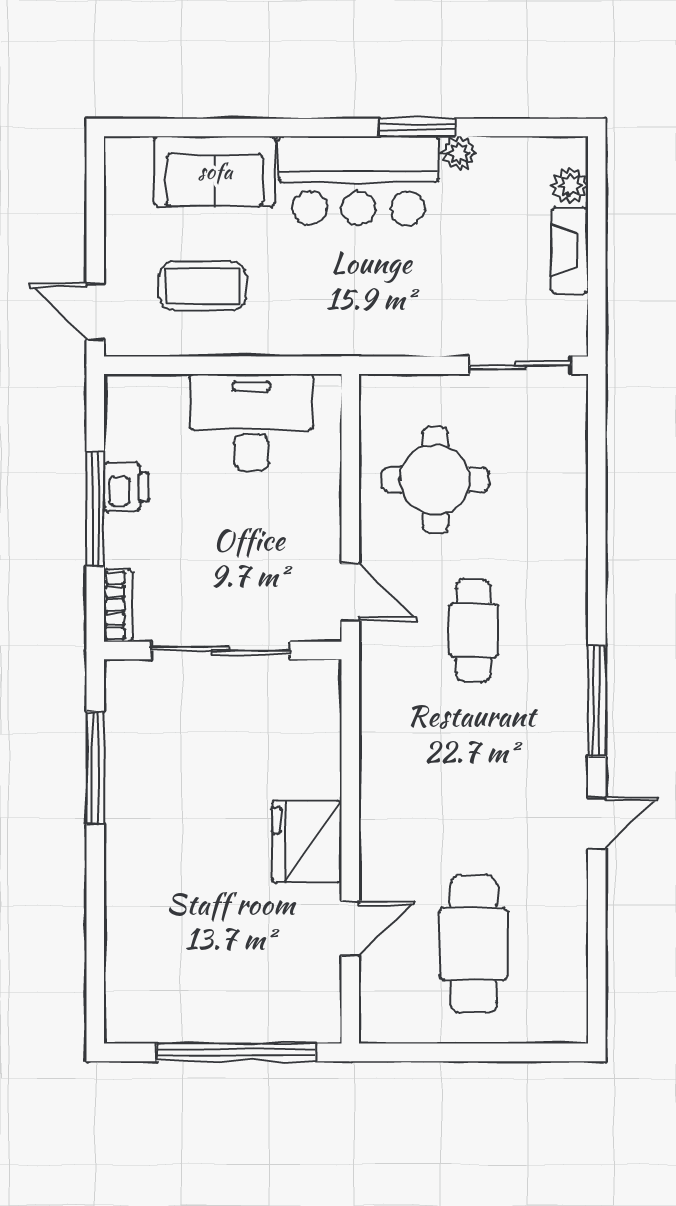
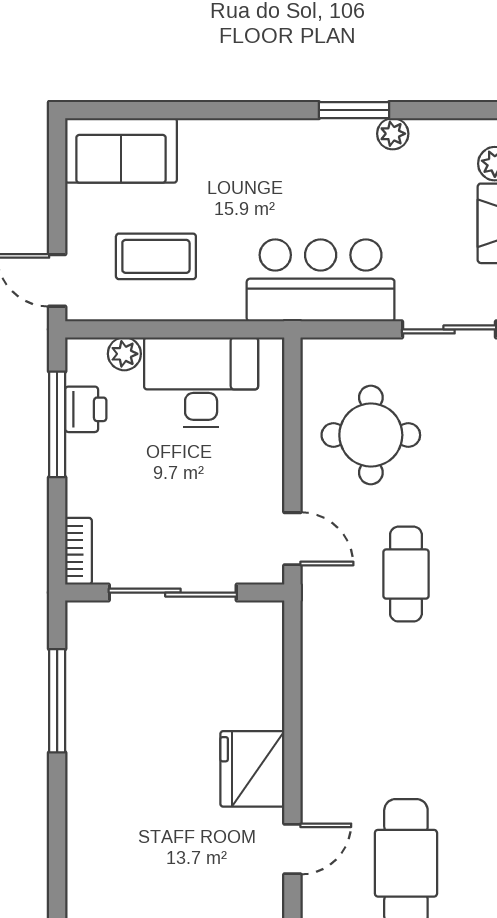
sofa: (215, 171) -> (121, 150), moved
bar counter: (359, 181) -> (321, 280), moved, turned 180
plant: (168, 392) -> (124, 354), added
printer: (126, 487) -> (86, 409), moved
window: (95, 509) -> (57, 424), moved

